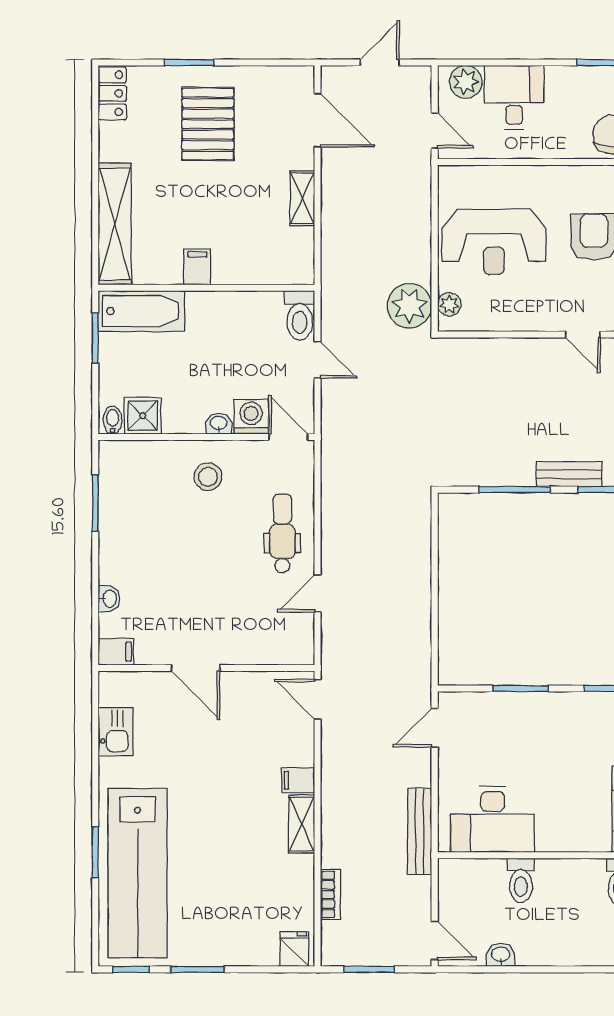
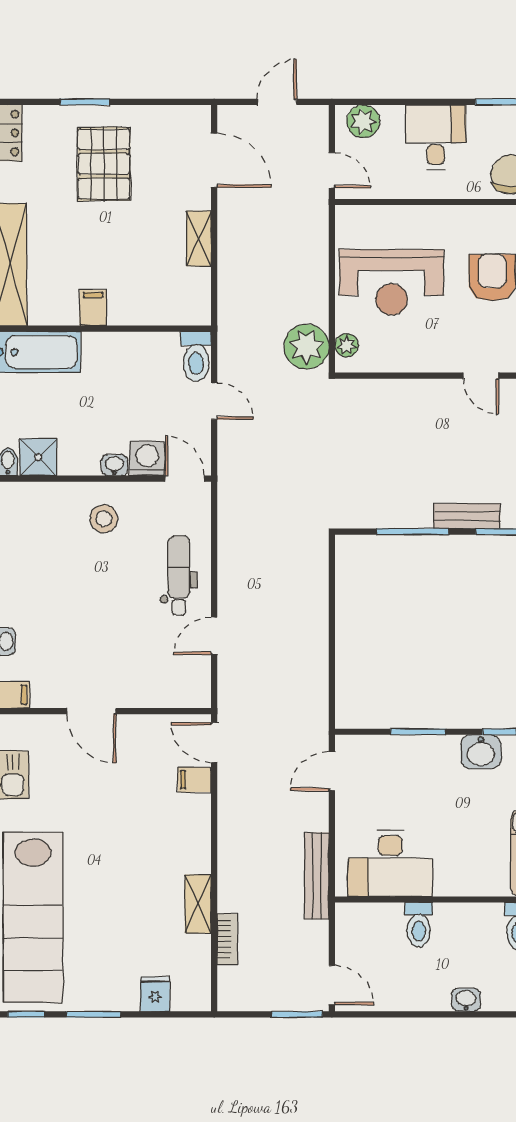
desk: (514, 98) -> (436, 137), moved
washbasin: (583, 708) -> (481, 752), added
filing cabinet: (298, 780) -> (195, 780), moved
shelving: (302, 824) -> (198, 904), moved
fridge: (294, 949) -> (155, 994), moved
washbasin: (501, 955) -> (466, 1000), moved
window: (369, 969) -> (297, 1014), moved

